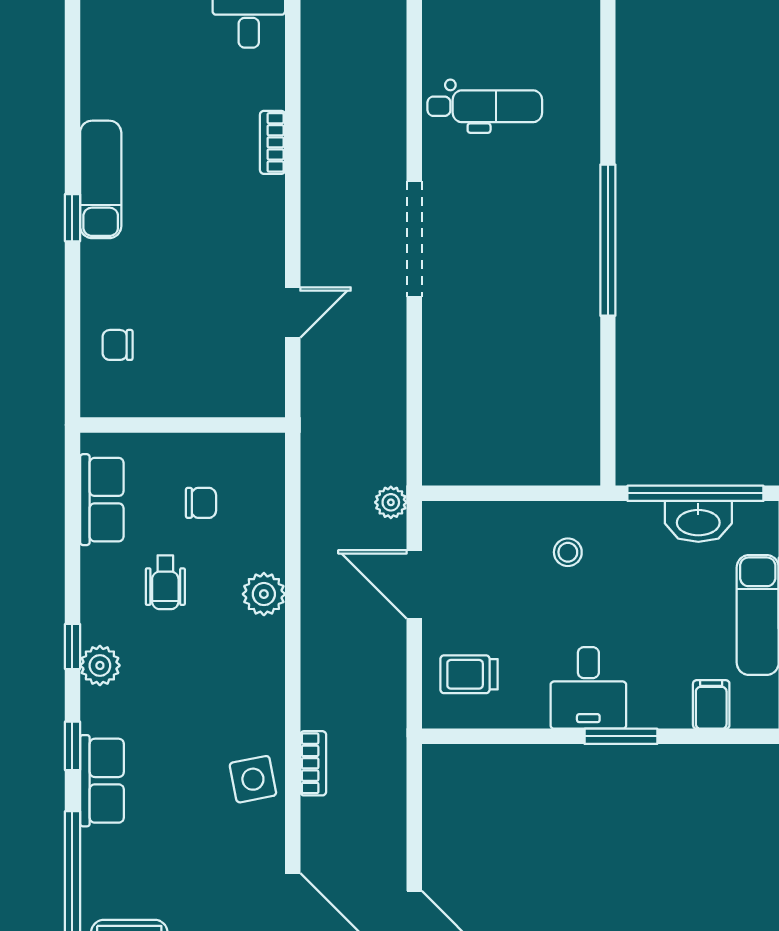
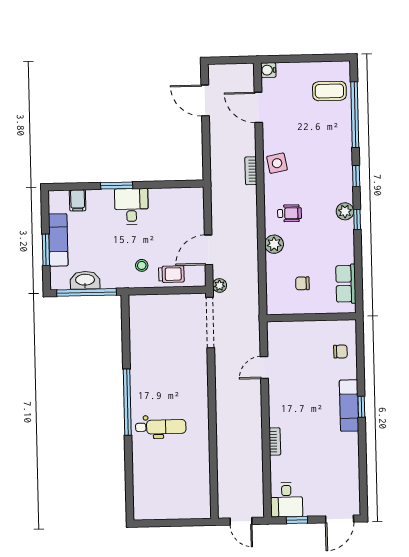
dental chair: (485, 106) -> (161, 427), moved, turned 180
exam couch: (101, 179) -> (349, 406), moved
doorway: (414, 239) -> (210, 323), moved
wheelchair: (165, 582) -> (290, 213), moved, turned 90
door: (414, 584) -> (208, 250), swing flipped
trolley: (469, 674) -> (171, 274), moved
row of seats: (102, 781) -> (343, 161), removed

